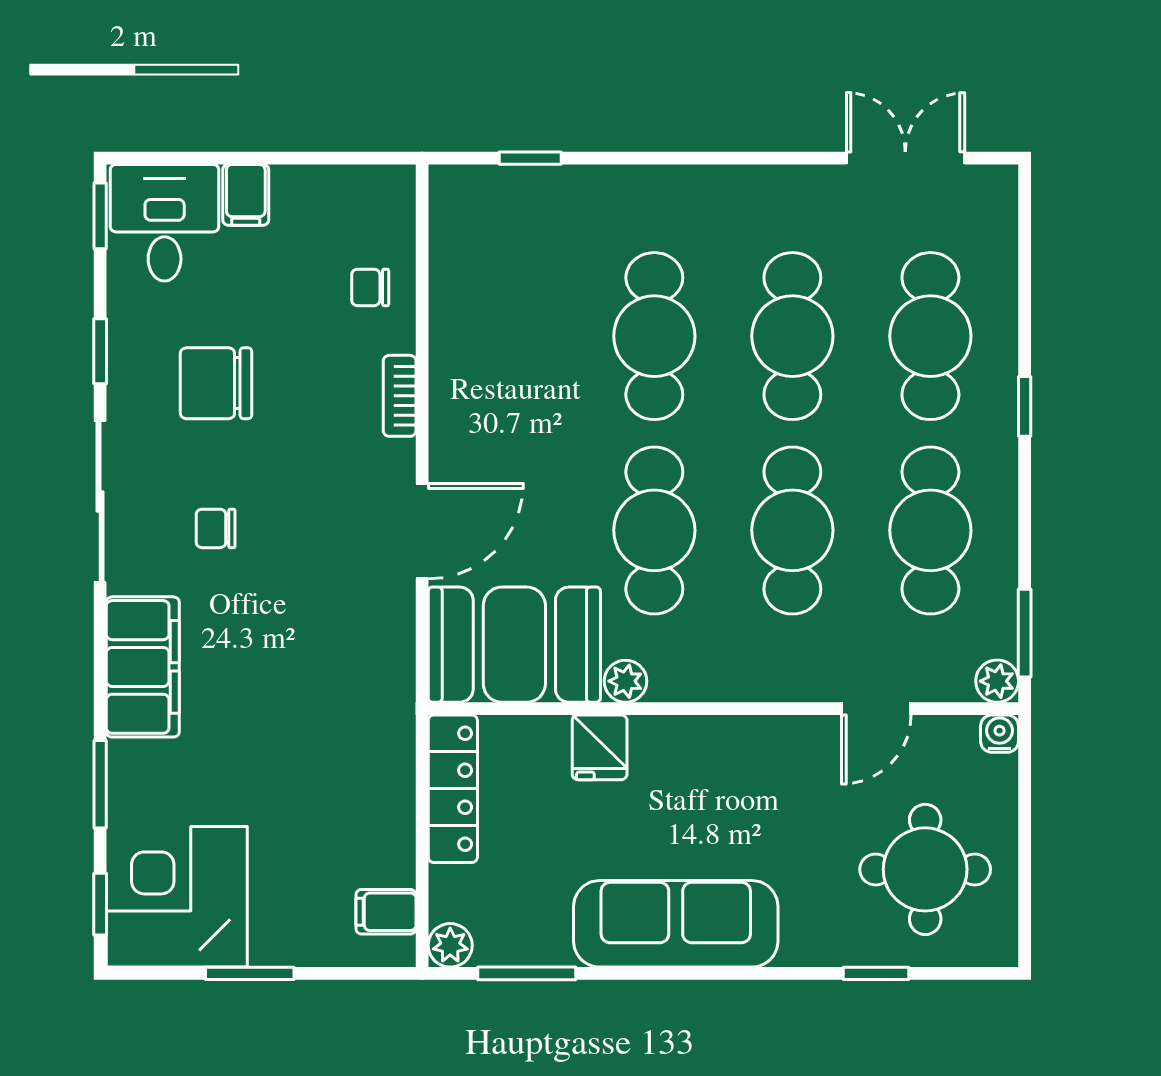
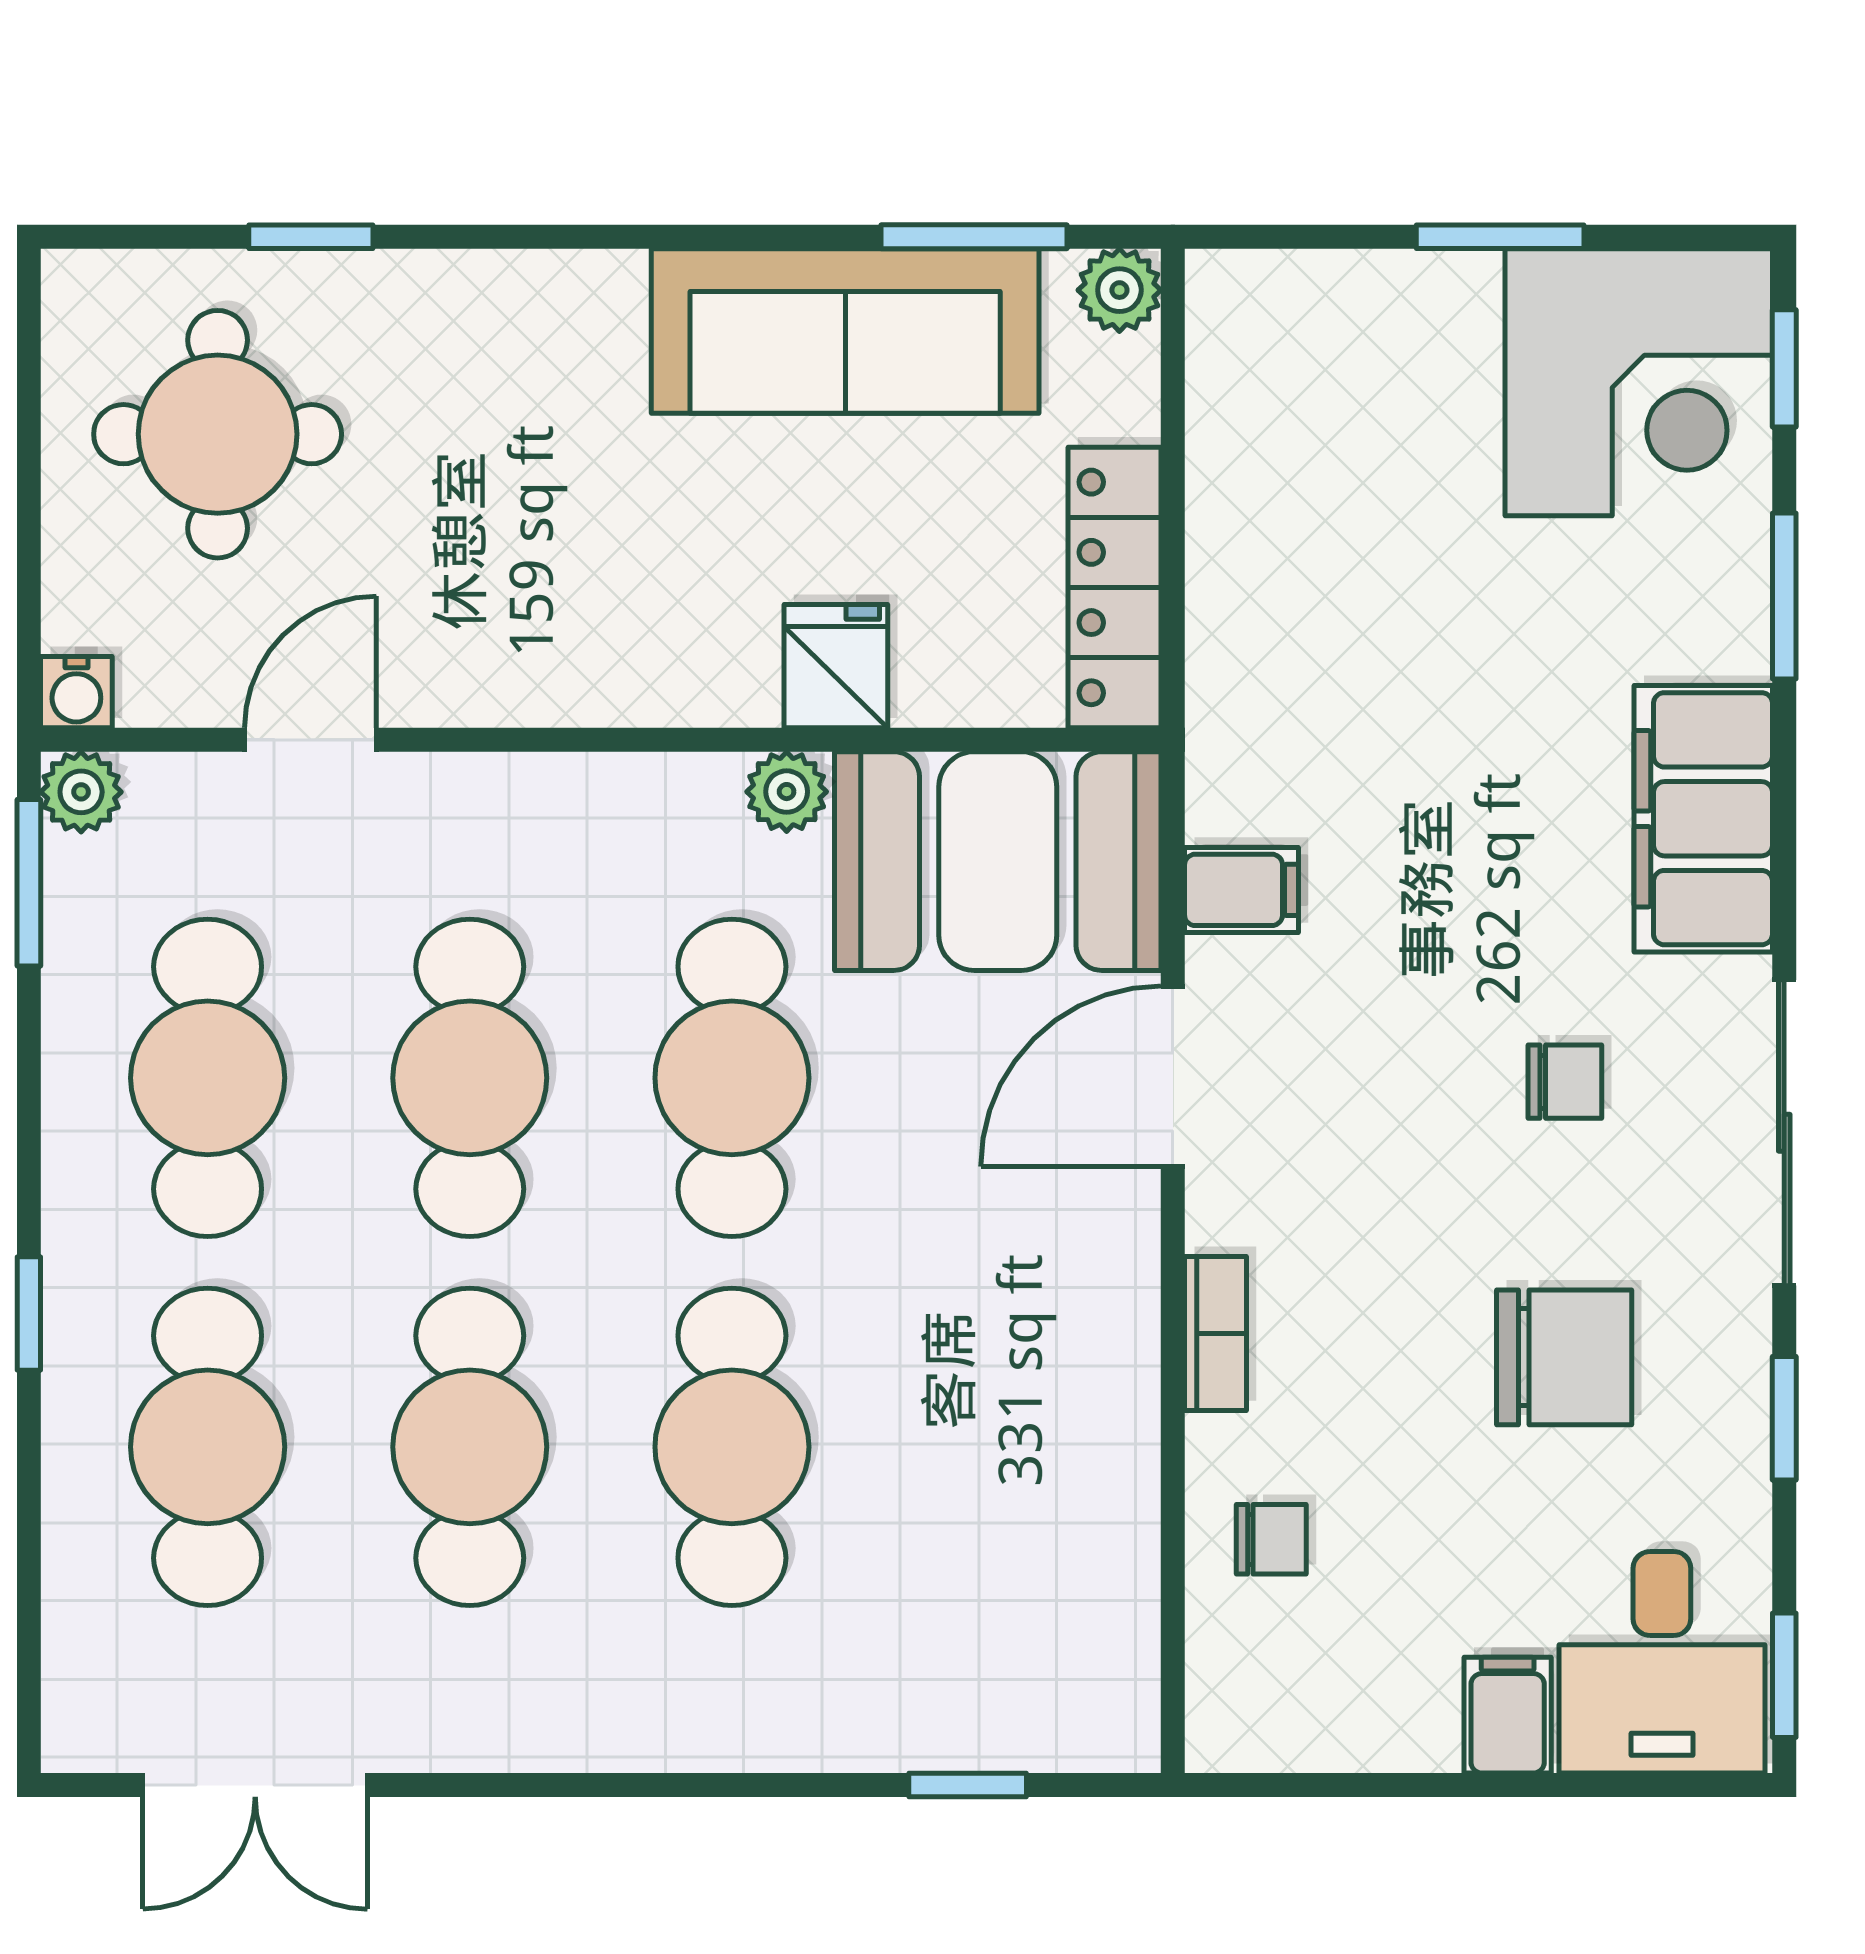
filing cabinet: (386, 912) -> (1241, 890), moved
sofa: (676, 924) -> (845, 331), moved

